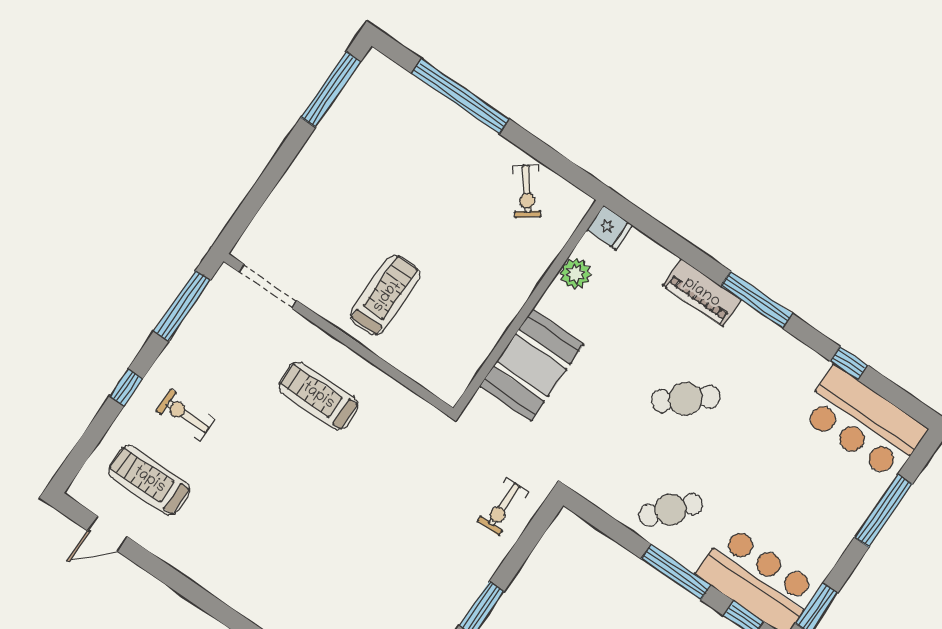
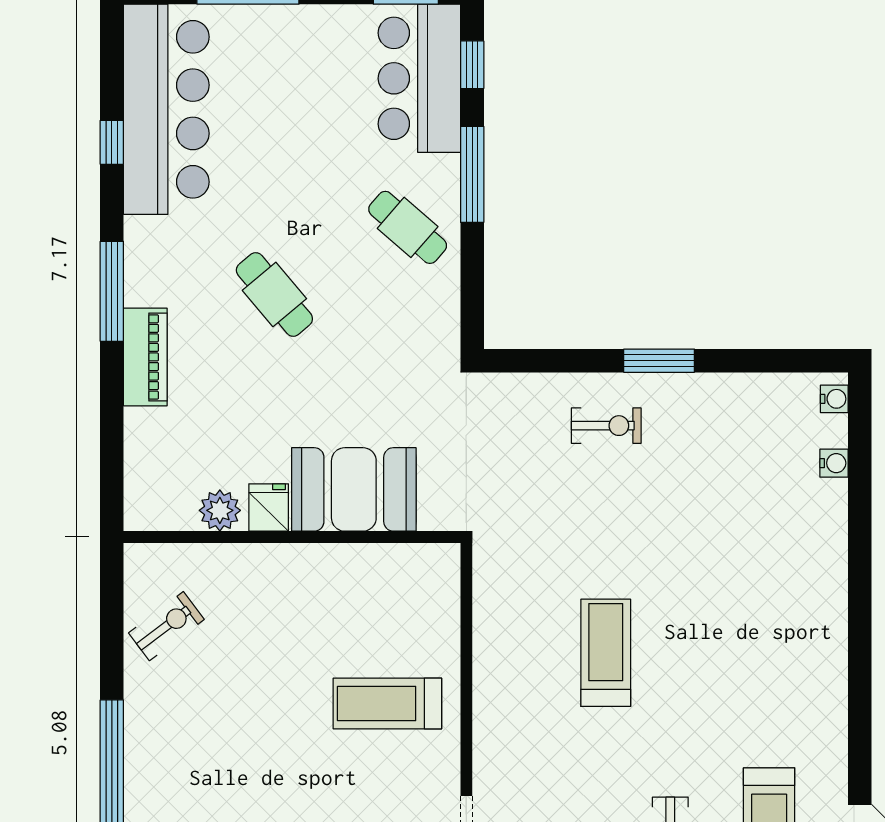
fridge: (610, 228) -> (269, 508), moved
treadmill: (318, 396) -> (606, 653), moved, turned 180
bar counter: (863, 423) -> (166, 109), width x1.36
exercise bike: (503, 507) -> (606, 426), moved

